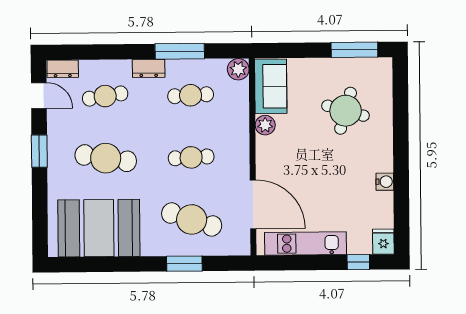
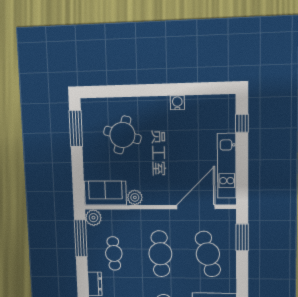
window: (180, 51) -> (81, 238), moved
cafe table: (191, 157) -> (160, 254), width x1.37, depth x1.35
cafe table: (192, 219) -> (208, 254), turned -33
fridge: (383, 242) -> (225, 103), removed
window: (184, 264) -> (242, 237), moved

